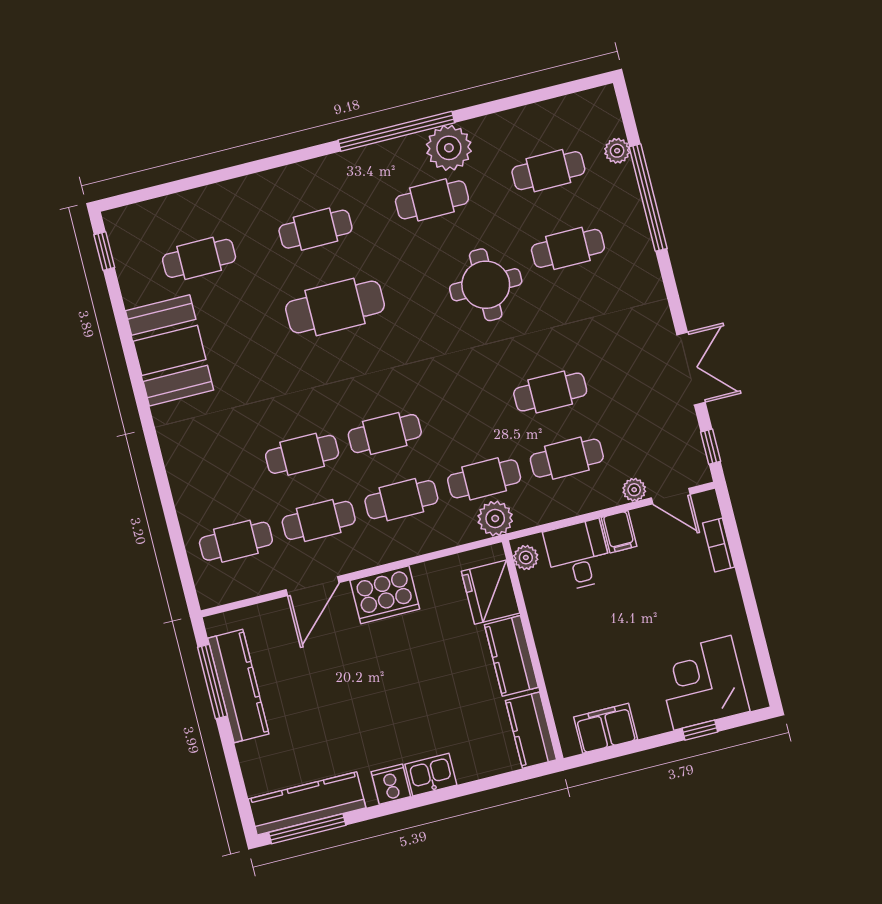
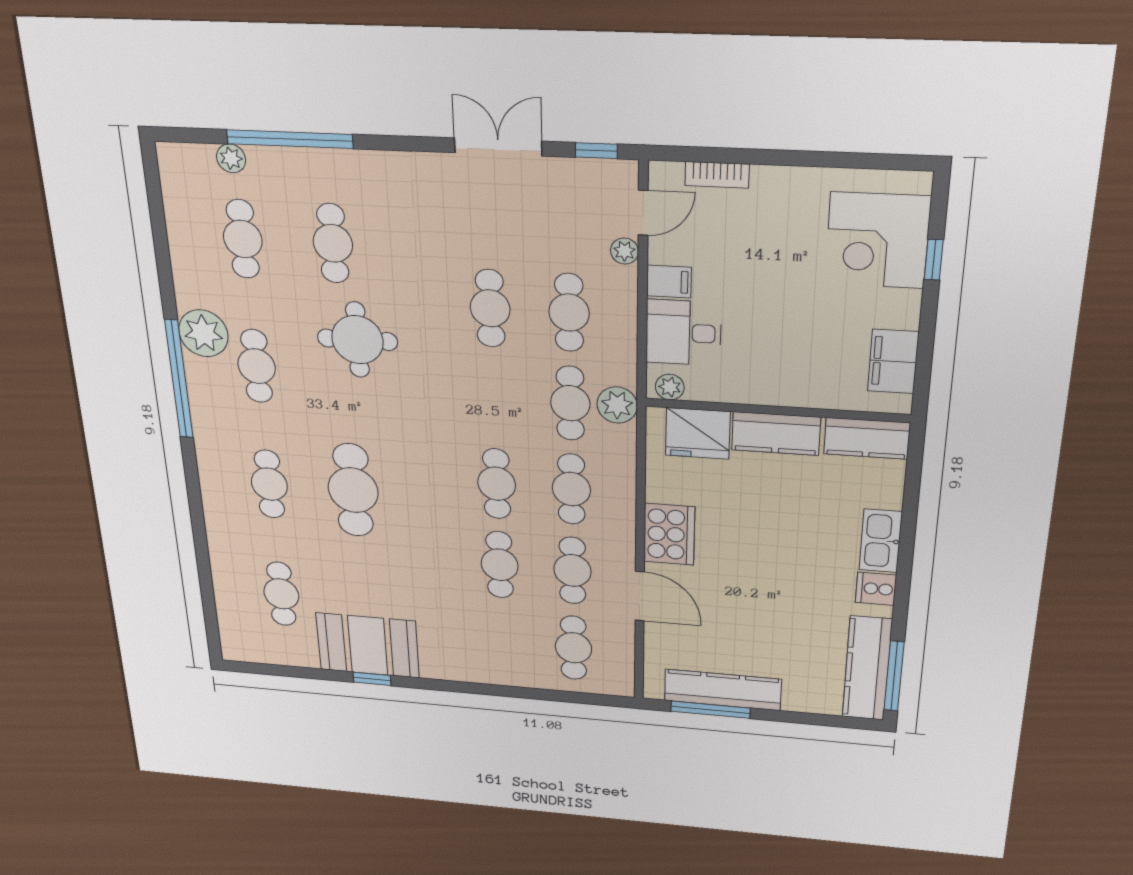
window: (104, 251) -> (372, 679), moved
kitchen sink: (431, 775) -> (881, 541), width x1.38

